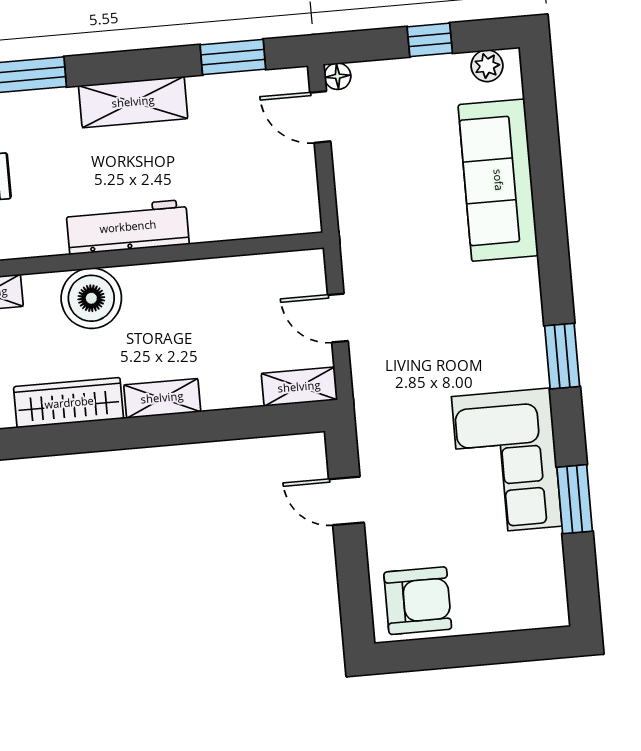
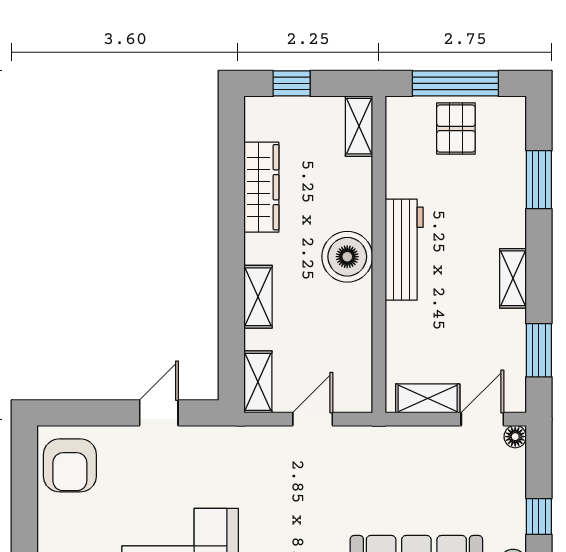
shelving: (133, 102) -> (513, 278), width x0.67, depth x0.75
shelving: (301, 184) -> (428, 398), added
boiler: (91, 298) -> (347, 257), moved
shelving: (162, 398) -> (258, 297), moved

